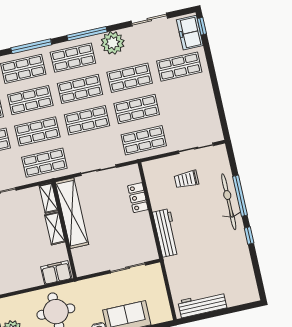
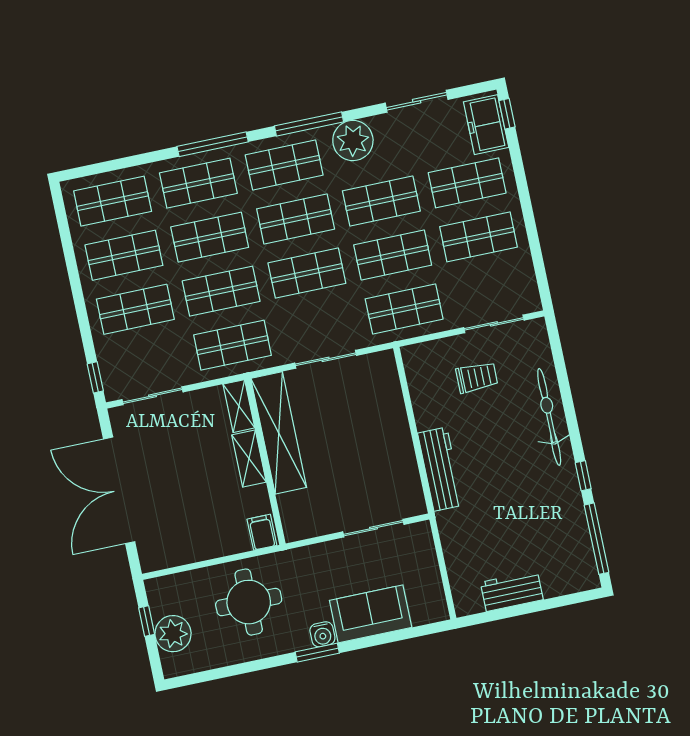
shop shelf: (186, 98) -> (478, 237), added
trolley: (186, 179) -> (477, 377), turned 180
window: (240, 196) -> (597, 539), moved
locker: (138, 198) -> (393, 408), removed
filing cabinet: (56, 273) -> (262, 532), width x0.50
workbench: (202, 304) -> (512, 591), width x0.73

